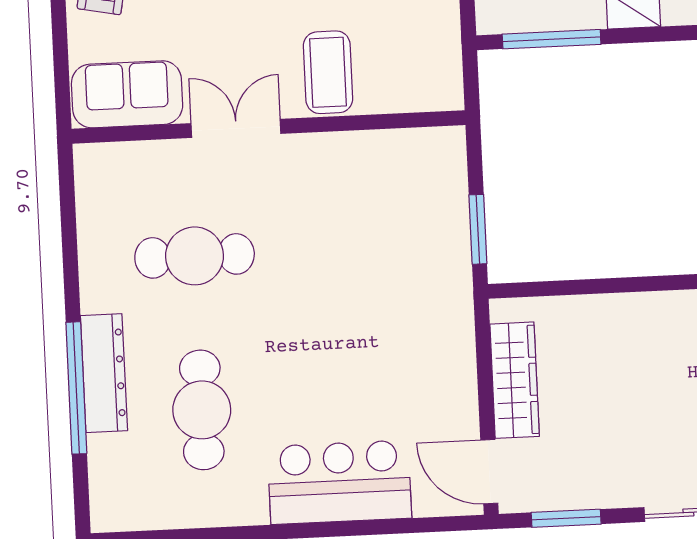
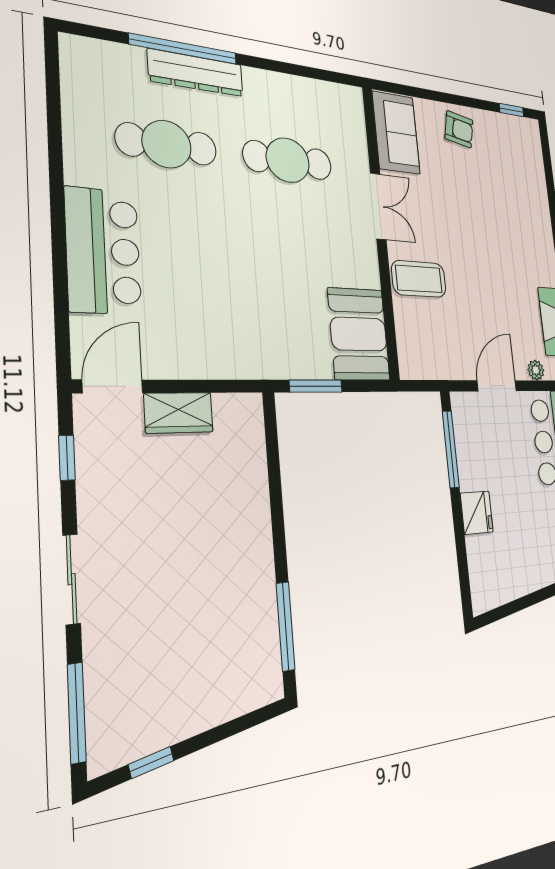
booth: (409, 167) -> (359, 334), added
cafe table: (195, 256) -> (288, 160), turned 90
wardrobe: (515, 380) -> (179, 413), width x0.67
window: (566, 518) -> (67, 458), width x0.67

